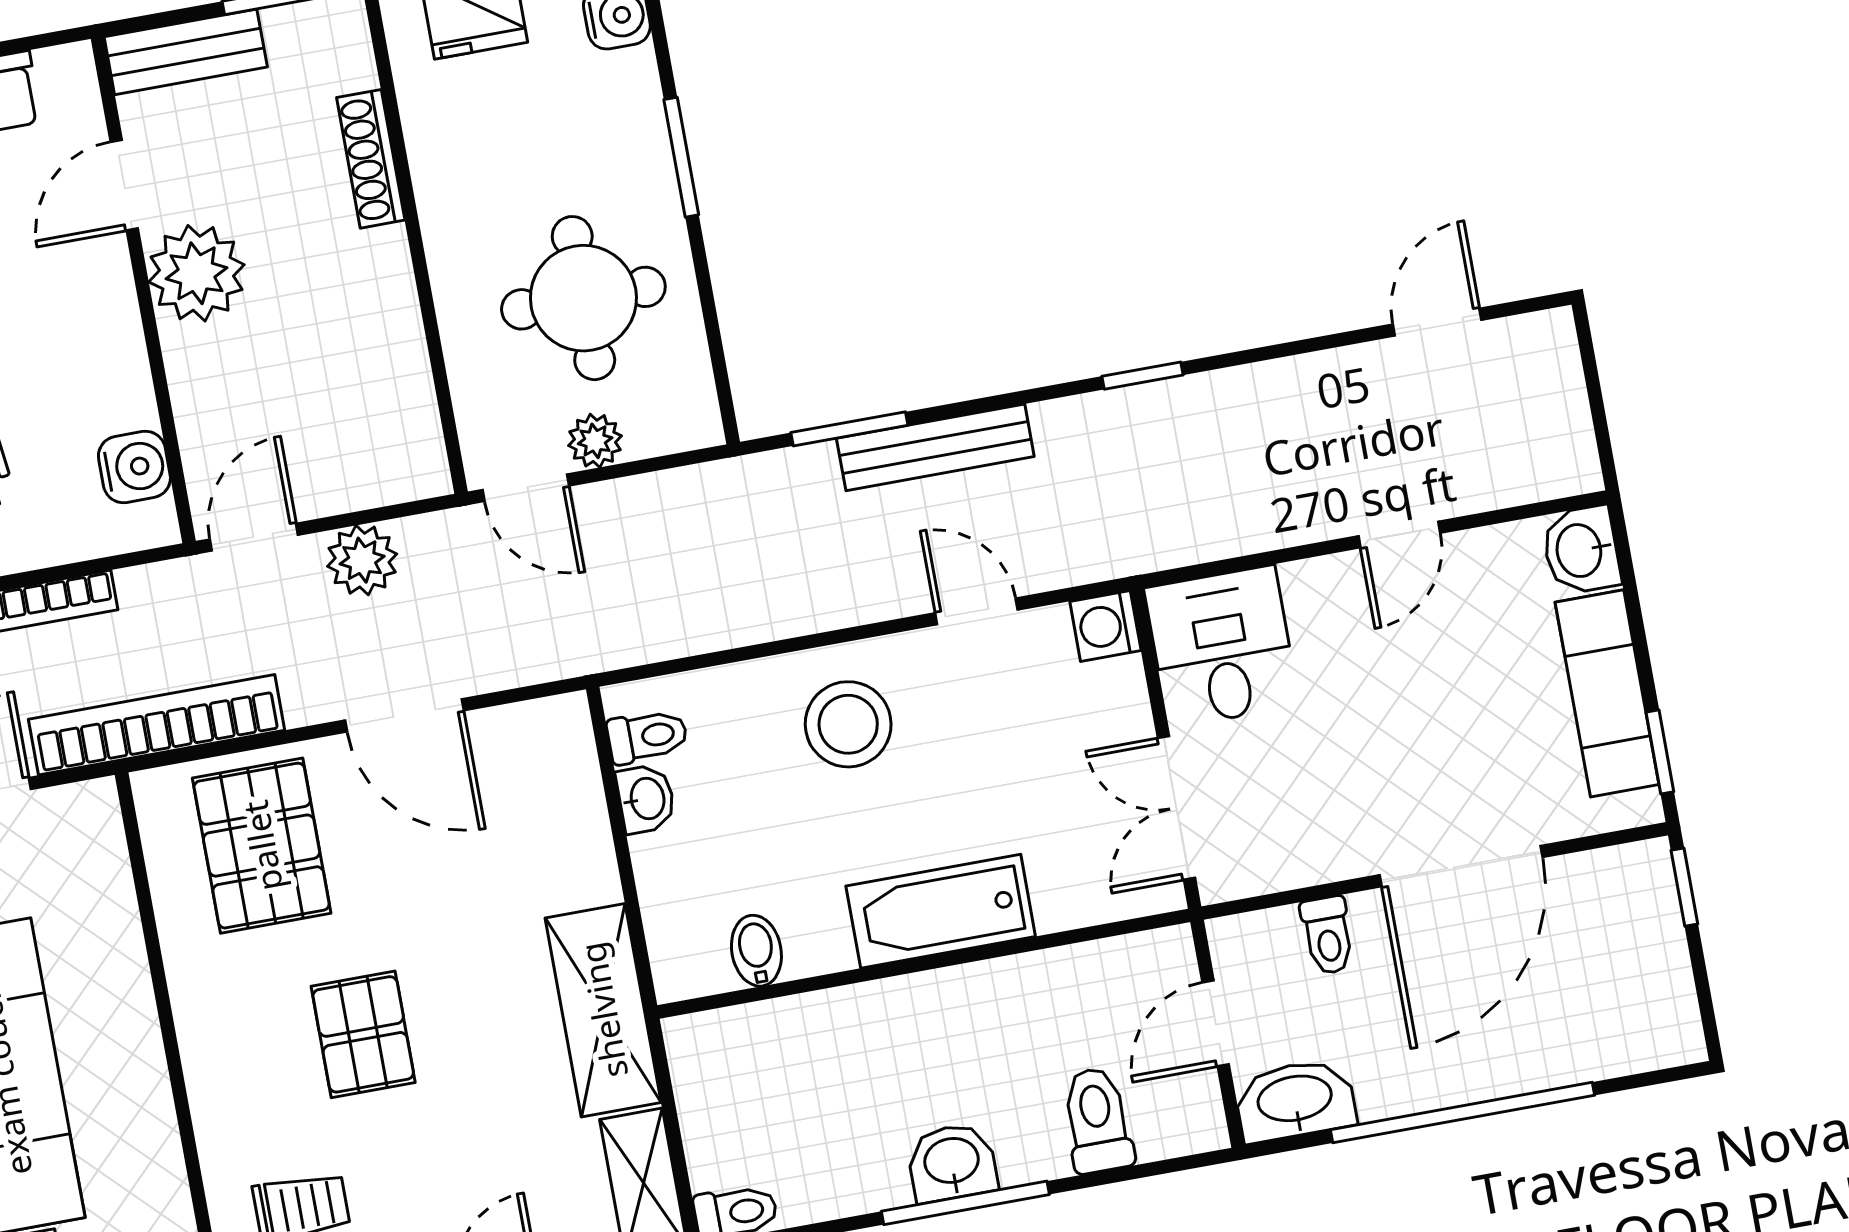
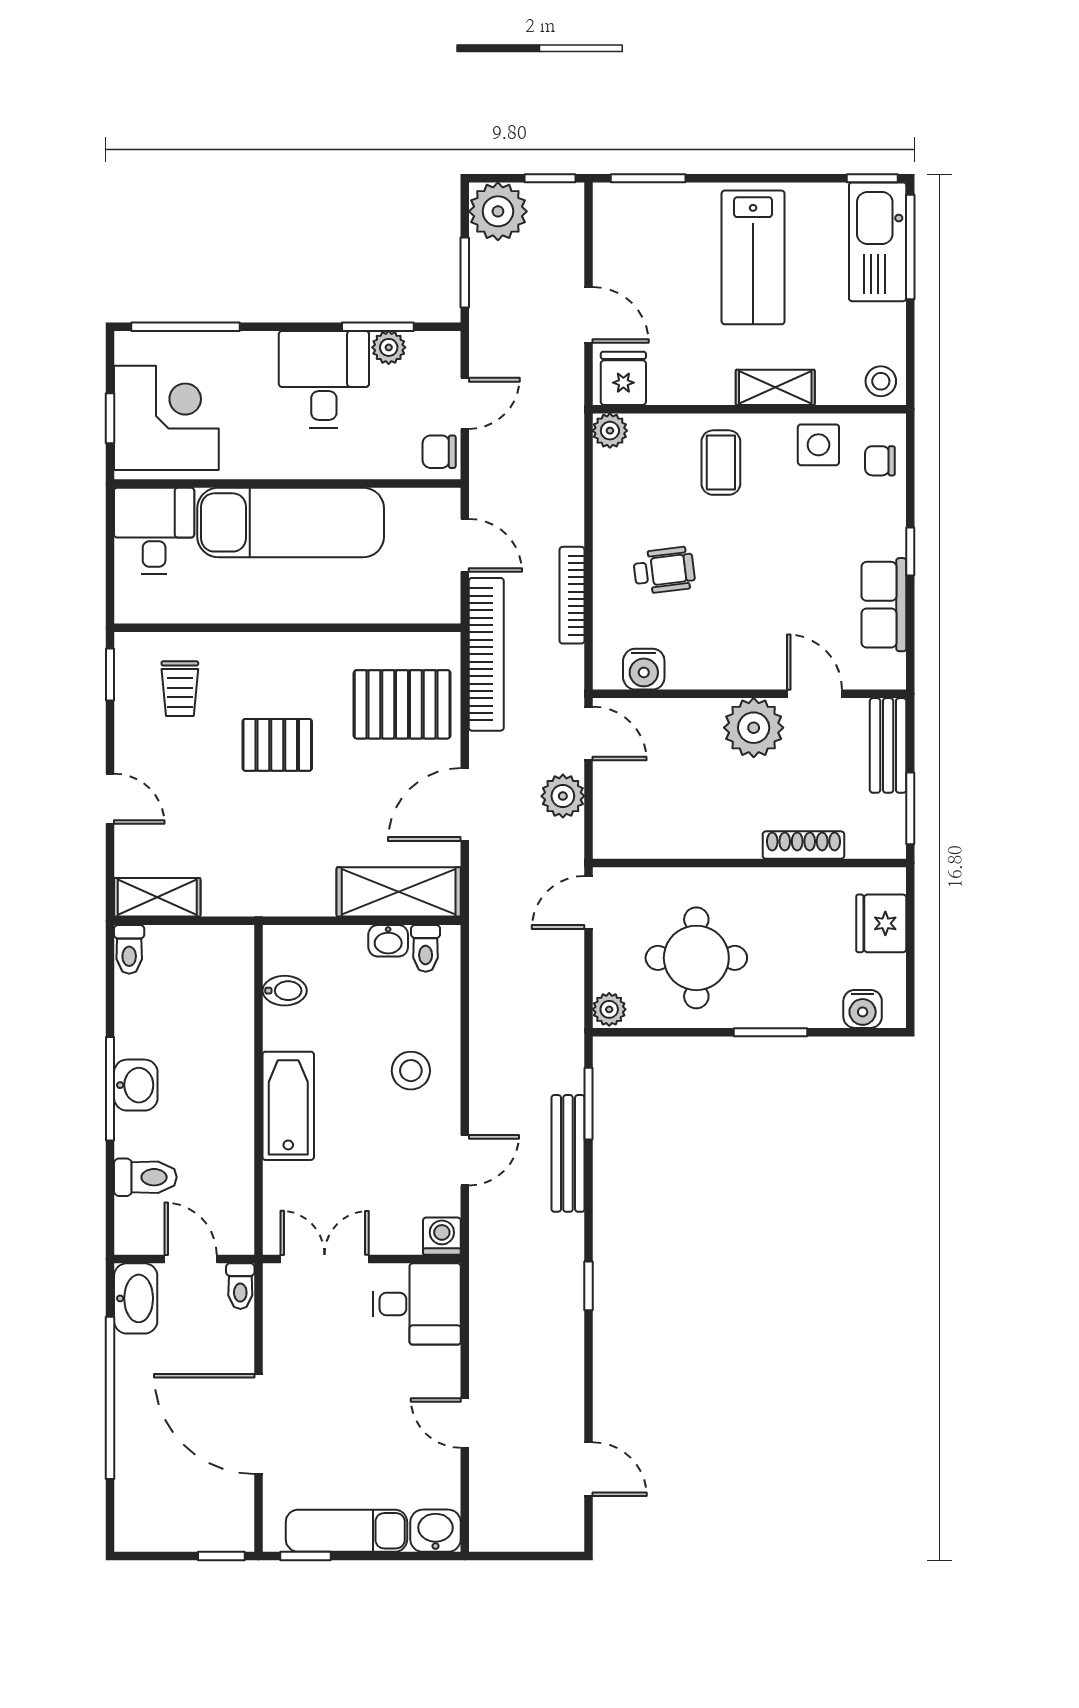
plant: (595, 441) -> (609, 1009), moved
stool: (848, 724) -> (411, 1071), width x0.73, depth x0.73
toilet: (1328, 935) -> (240, 1286), moved, turned -90
shelving: (603, 1010) -> (399, 892), moved

